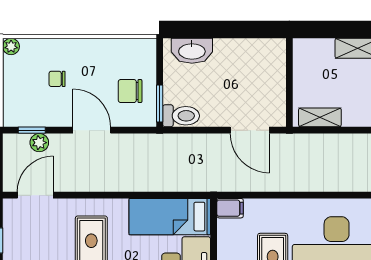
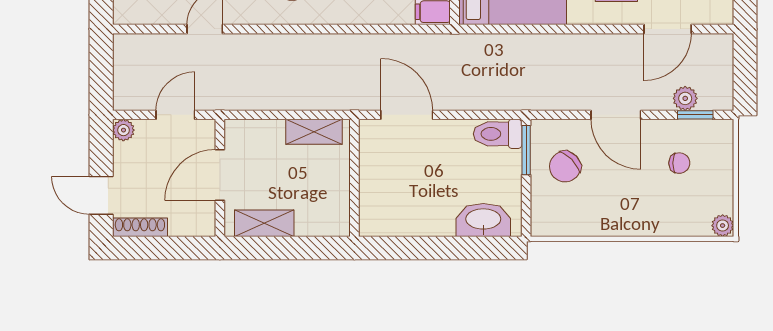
chair: (57, 79) -> (679, 163), moved
chair: (130, 91) -> (565, 167), turned 136
door: (35, 195) -> (668, 29), moved

